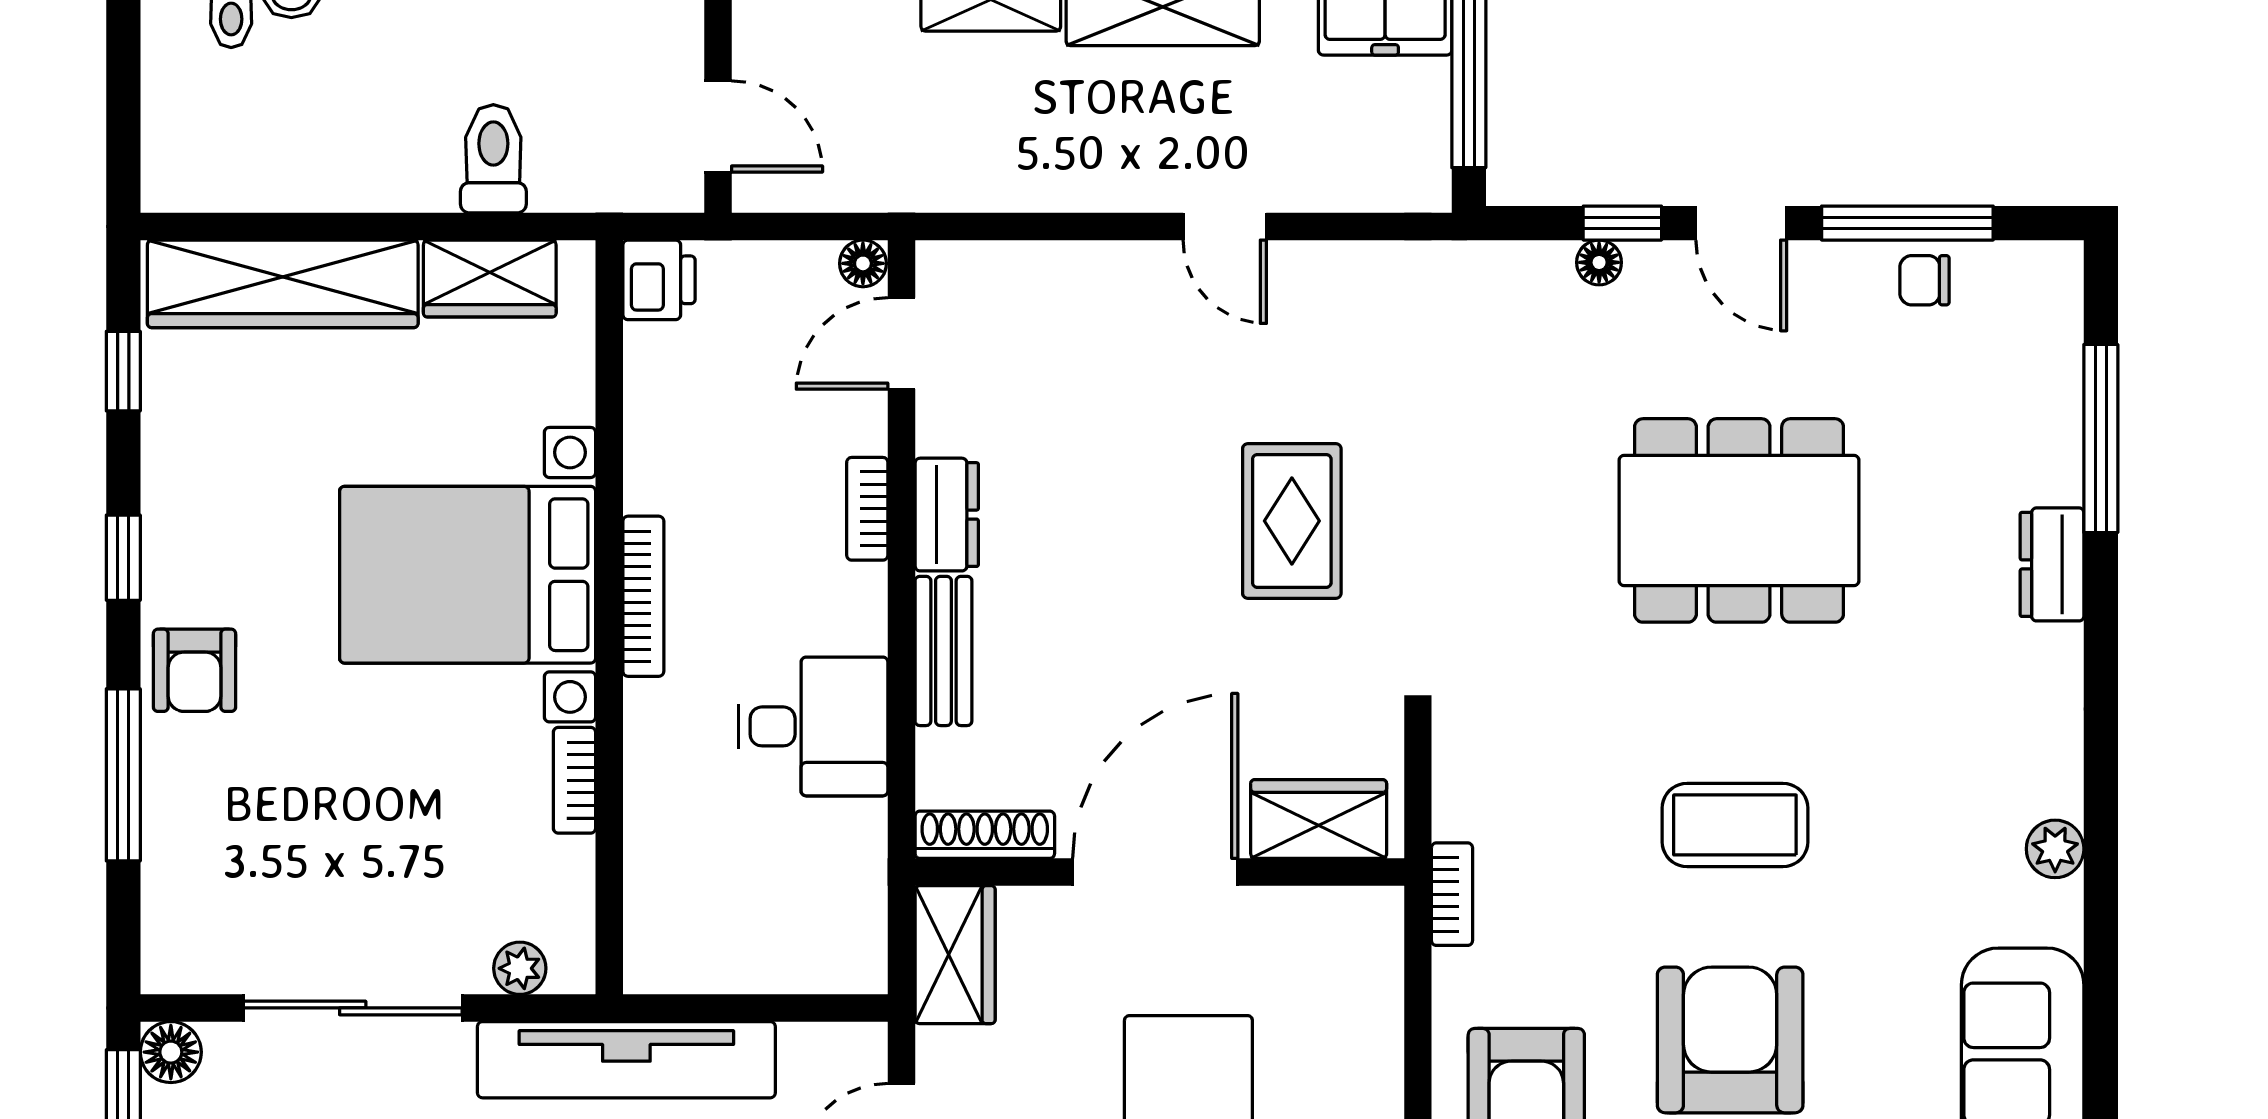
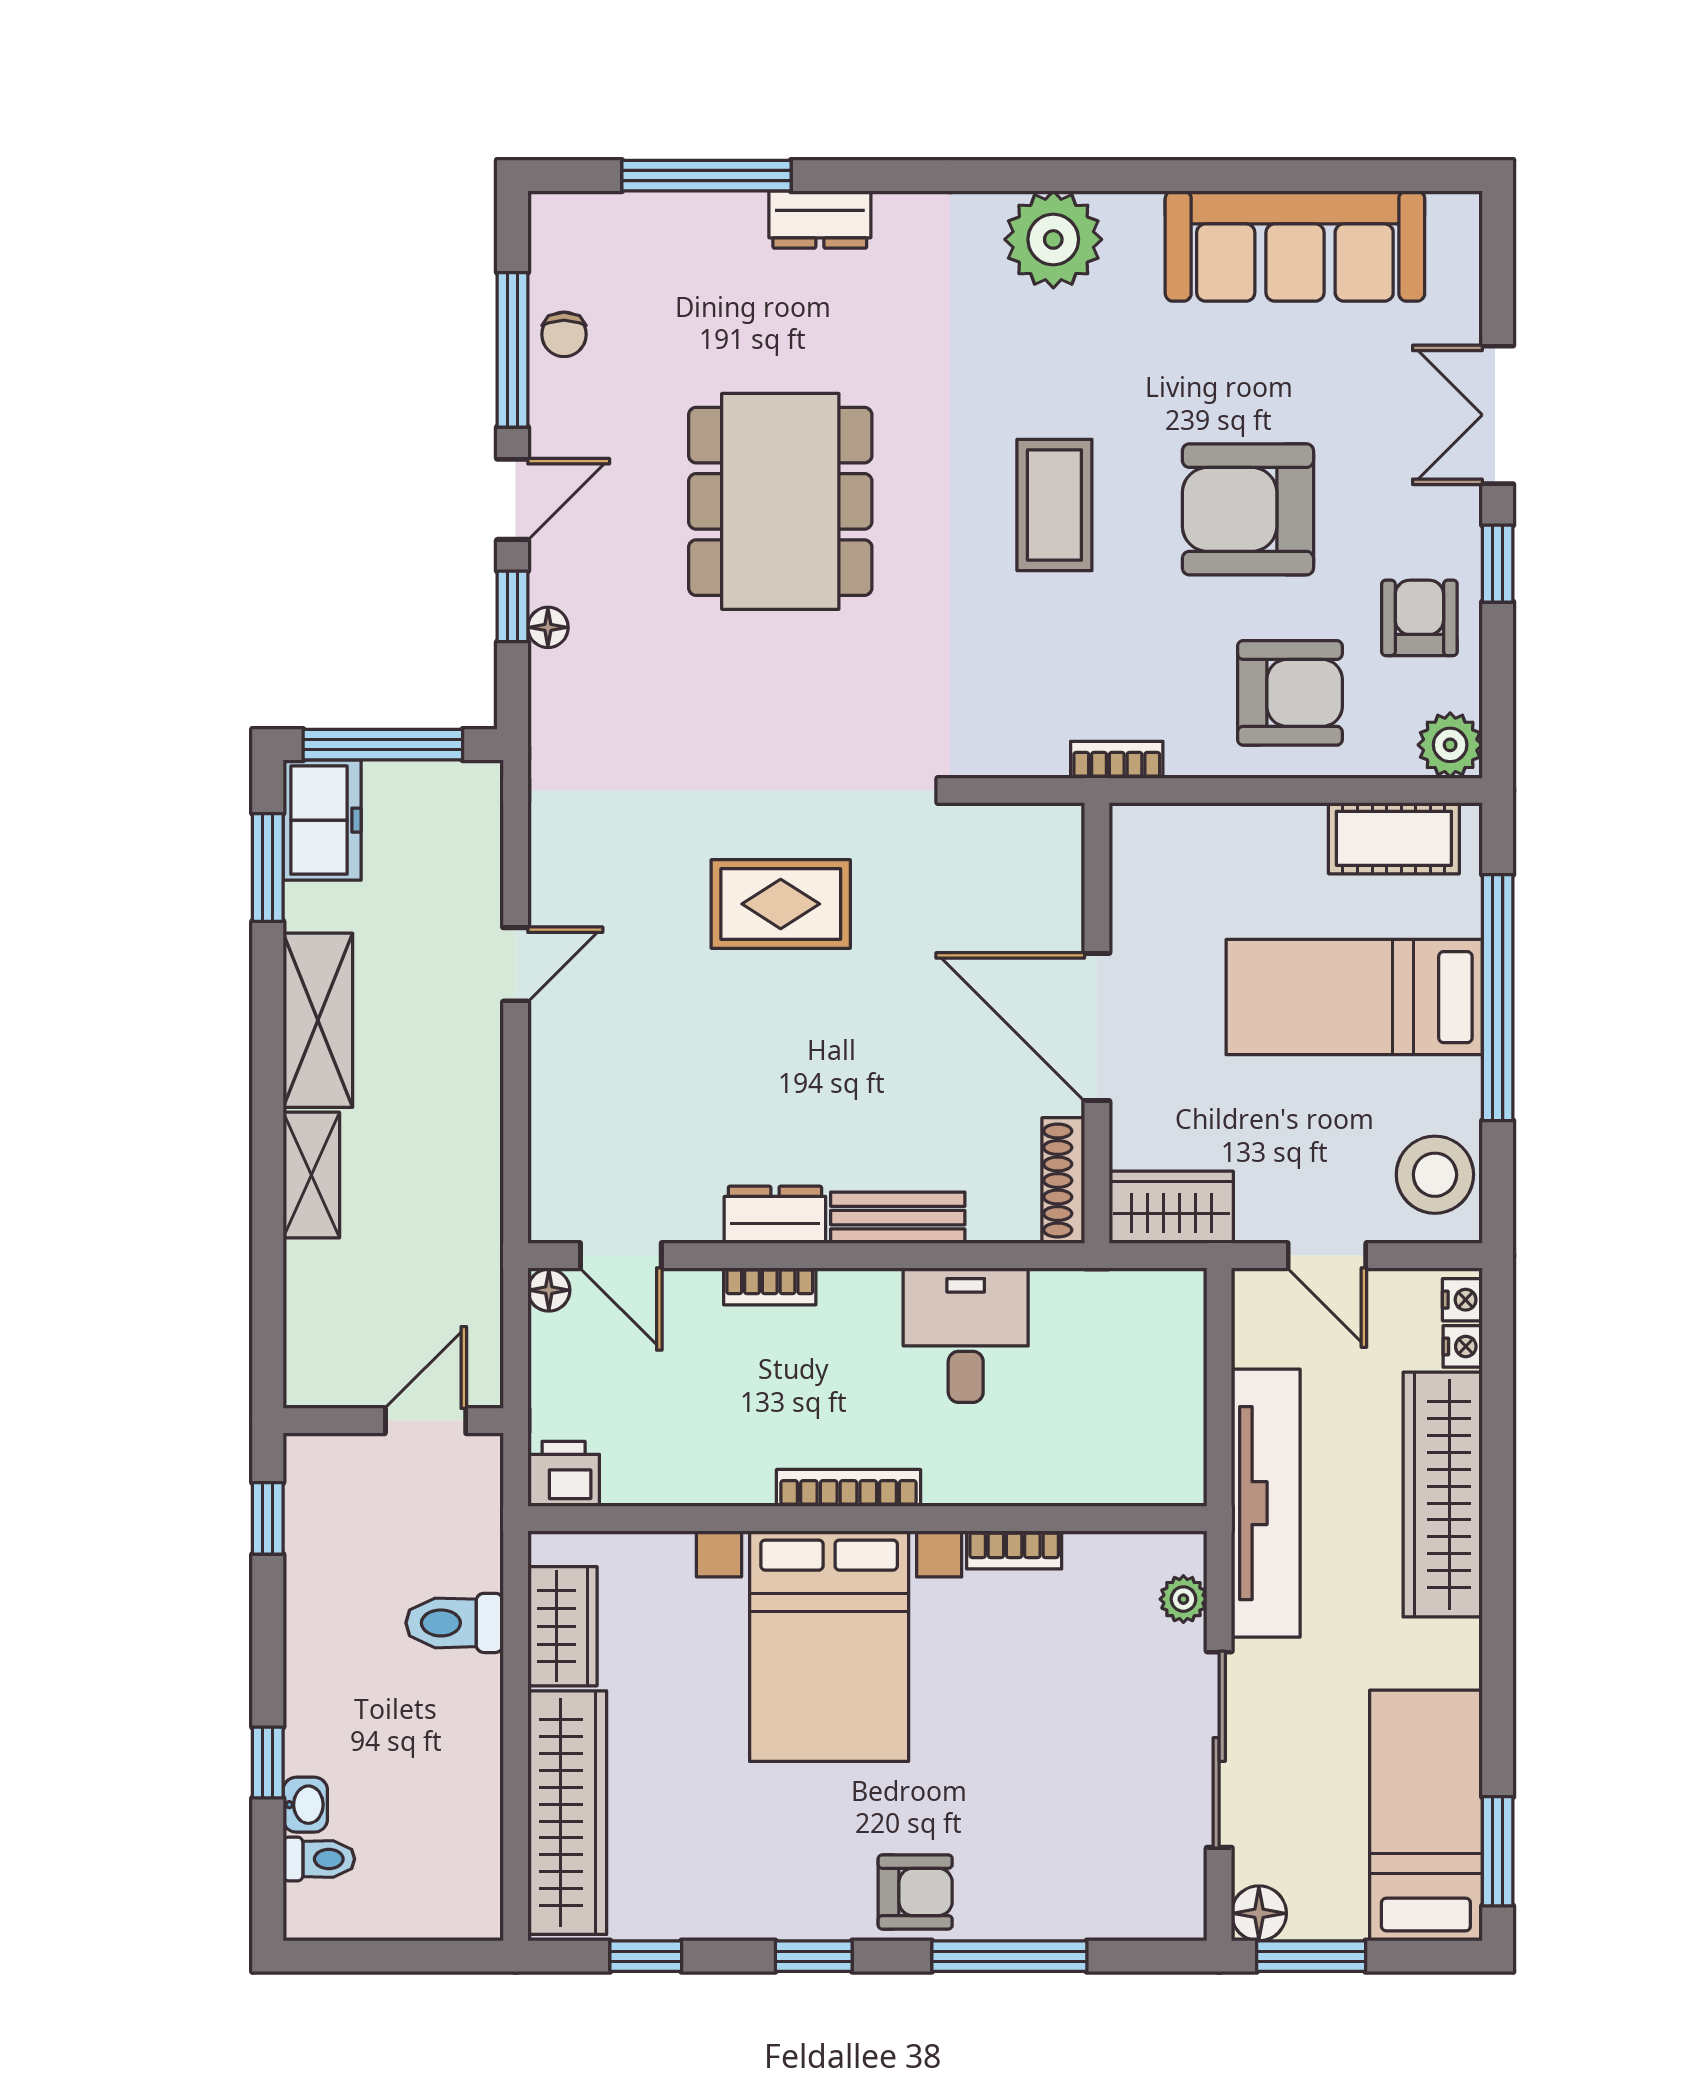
wardrobe: (1319, 819) -> (1049, 880), removed
plant: (2055, 849) -> (1053, 239), width x1.87, depth x1.87

